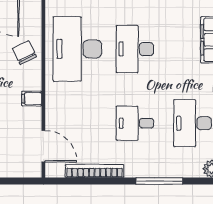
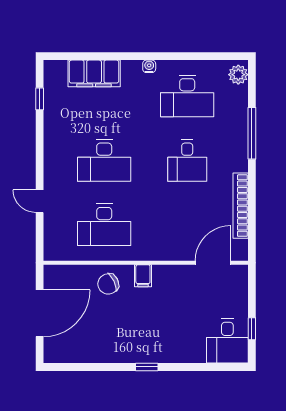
desk: (77, 49) -> (104, 225), width x0.73, depth x0.77
filing cabinet: (32, 99) -> (143, 276), moved

